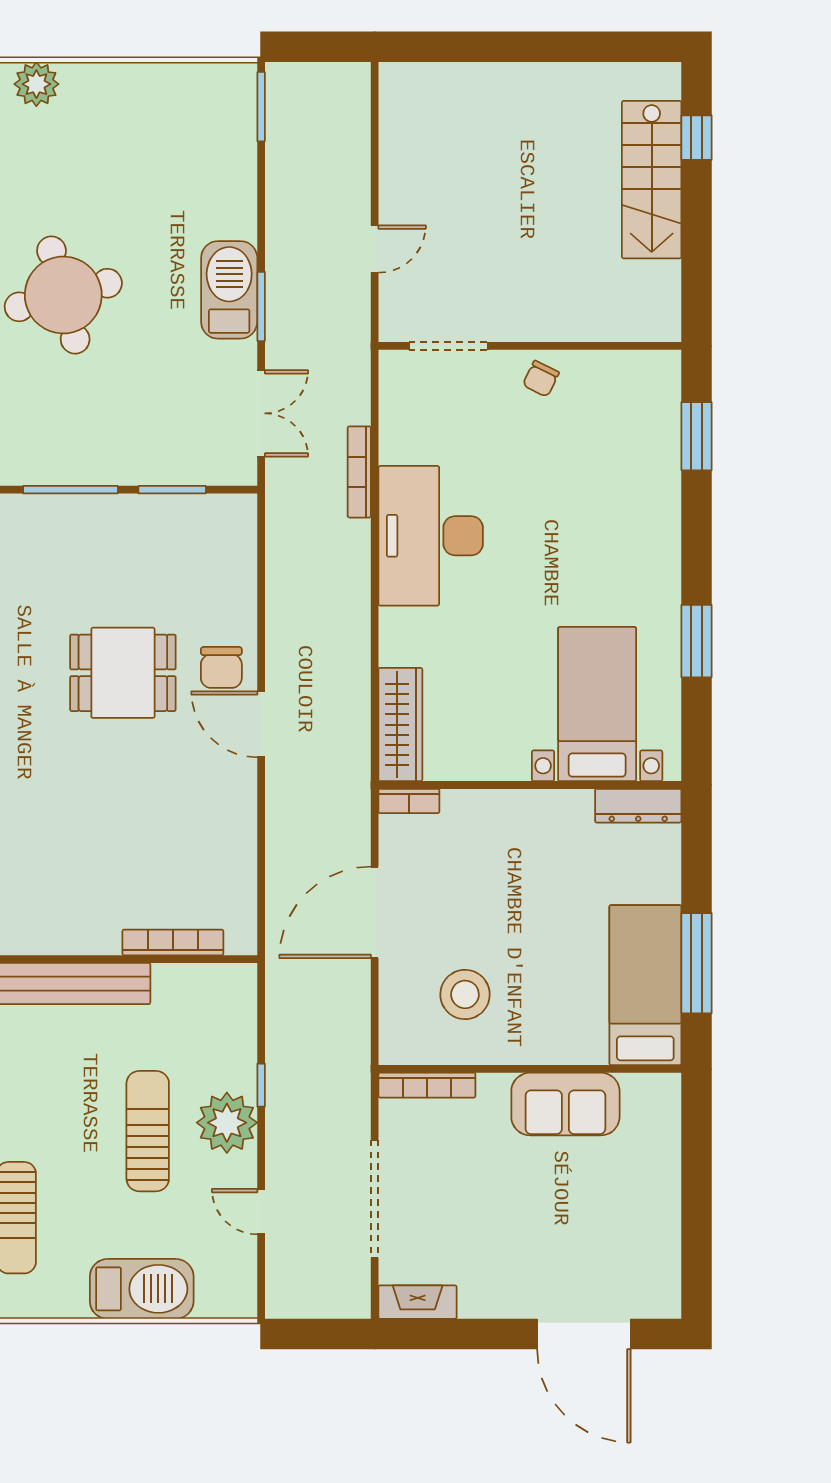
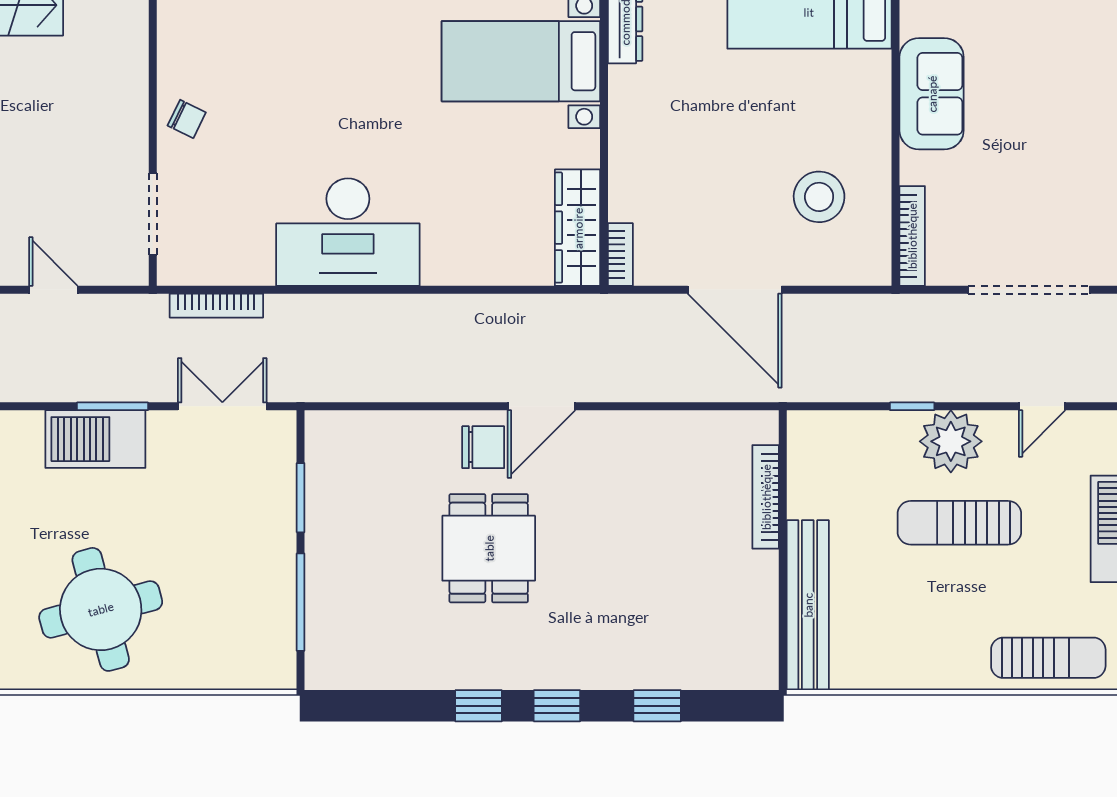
bookcase: (359, 472) -> (216, 306), moved
wardrobe: (400, 725) -> (578, 228), moved, turned -90

